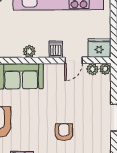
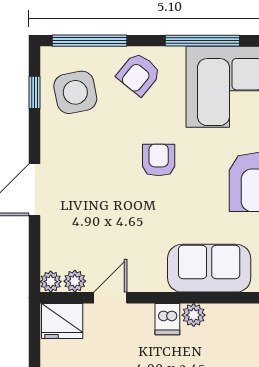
dishwasher: (56, 49) -> (167, 319), moved
armchair: (64, 132) -> (159, 160), moved, turned 180

